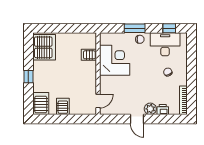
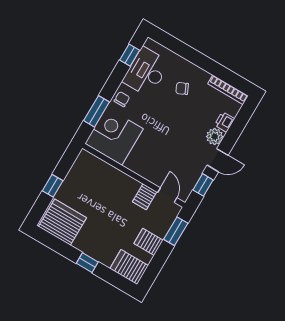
window: (63, 28) -> (53, 186), added
window: (135, 28) -> (97, 111), moved
server rack: (89, 55) -> (145, 197), moved
corner desk: (115, 60) -> (114, 136), moved
window: (79, 119) -> (176, 231), added
window: (117, 119) -> (203, 185), added

